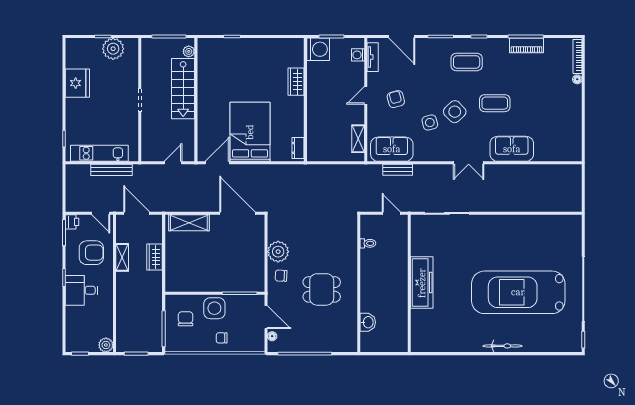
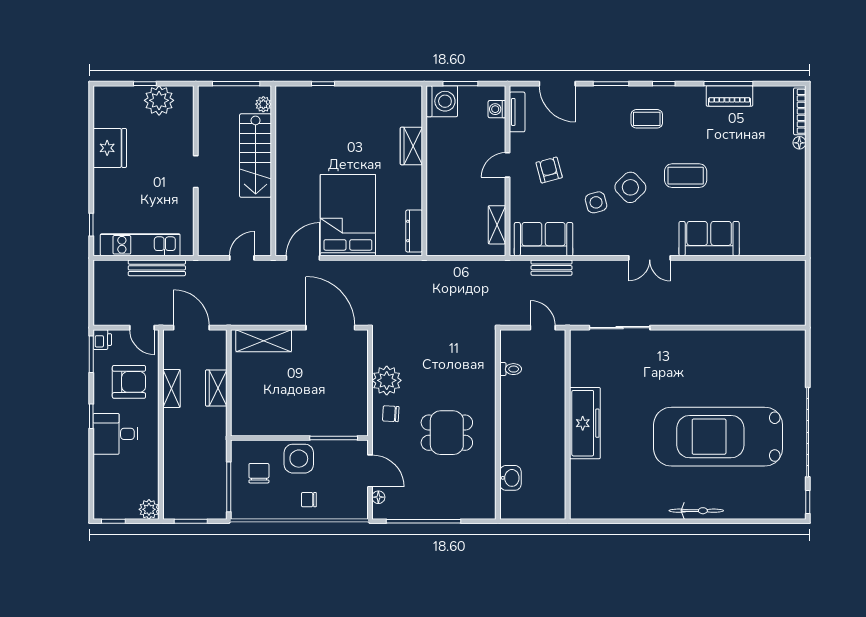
coffee table: (467, 62) -> (647, 119), width x0.73, depth x0.77
dresser: (298, 148) -> (414, 231), width x1.44

